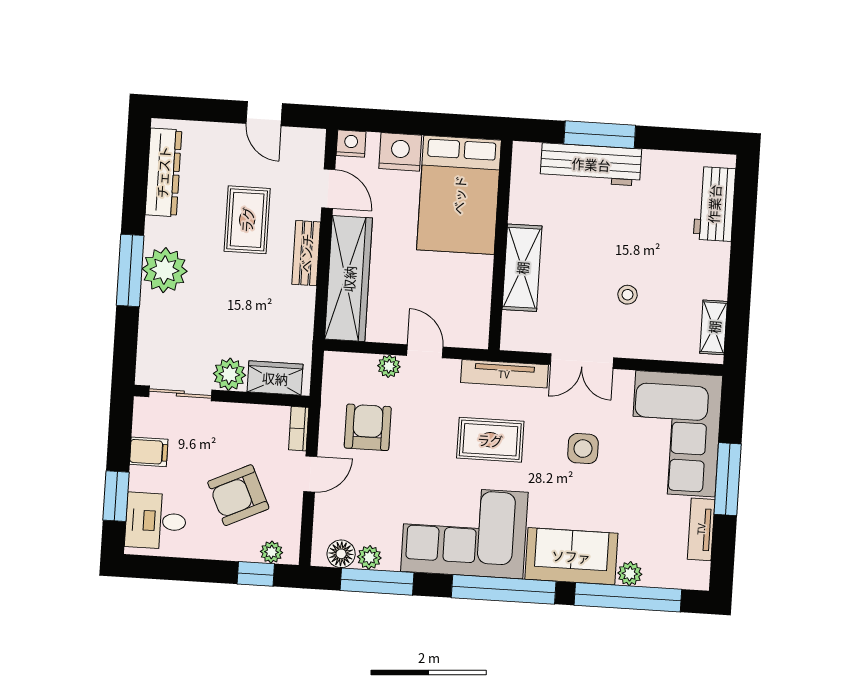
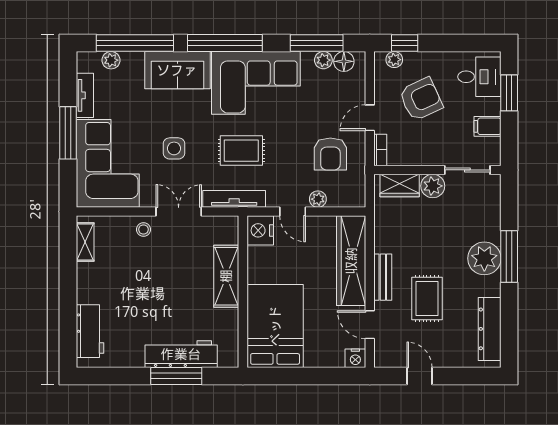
nightstand: (400, 152) -> (260, 230), moved, turned 90
stool: (628, 295) -> (143, 229), moved
plant: (630, 574) -> (111, 60), moved

